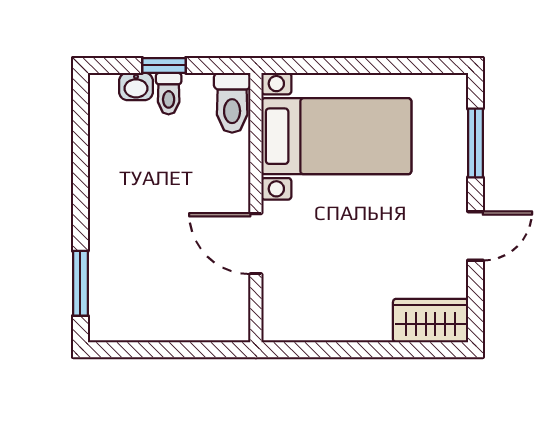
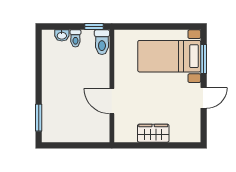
window: (164, 65) -> (94, 27), moved
bed with nightstands: (336, 136) -> (169, 56), moved, turned 180
wardrobe: (431, 321) -> (153, 133), moved

